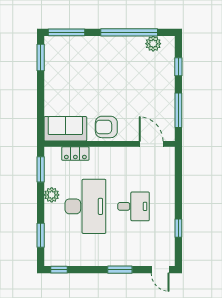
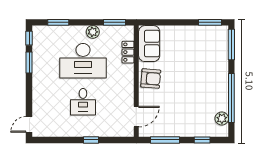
armchair: (106, 127) -> (151, 78), turned 95
window: (178, 228) -> (91, 140), moved
window: (120, 270) -> (29, 63), moved

